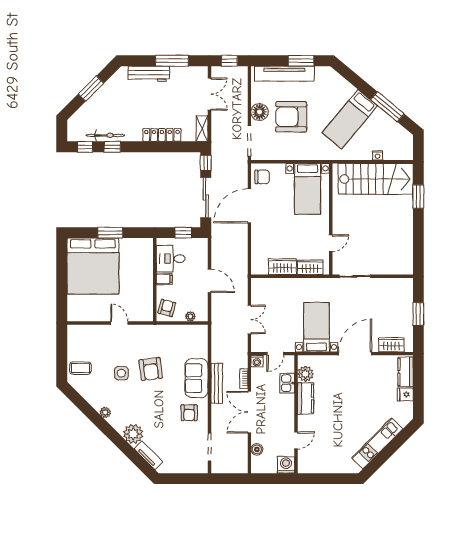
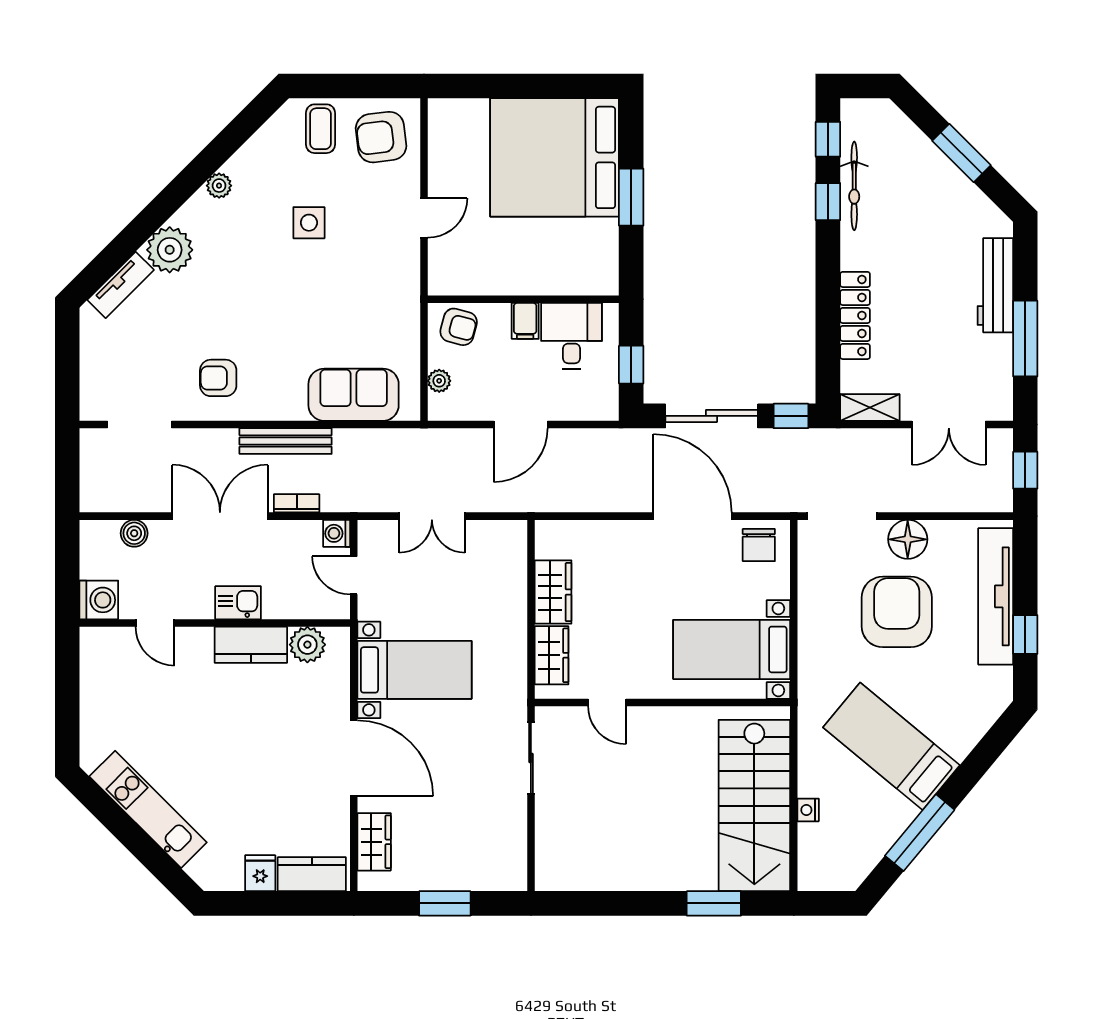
window: (301, 61) -> (1025, 635), width x0.67
armchair: (151, 369) -> (381, 137), moved
sofa: (196, 378) -> (354, 395), moved
kitchen sink: (287, 383) -> (238, 603), moved

